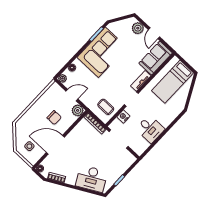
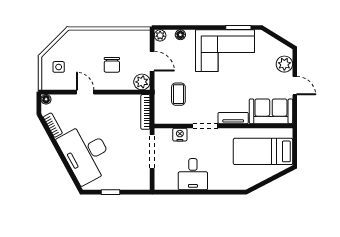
door: (154, 33) -> (295, 86), swing flipped
coffee table: (106, 107) -> (178, 94), moved
door: (55, 145) -> (85, 92), width x0.53
desk: (92, 179) -> (86, 153), width x1.36, depth x1.30

